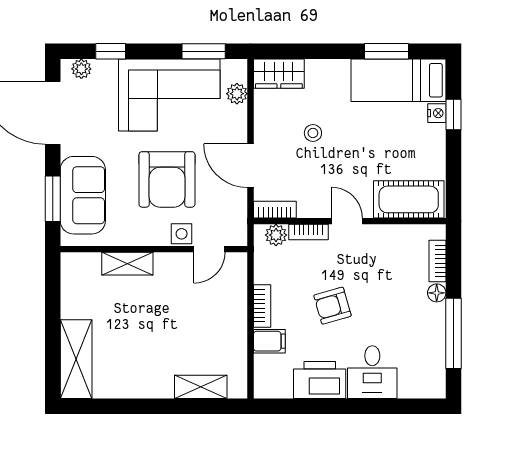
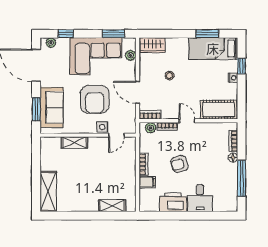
nightstand: (437, 113) -> (233, 78), moved

